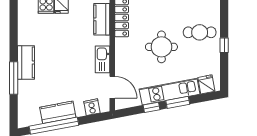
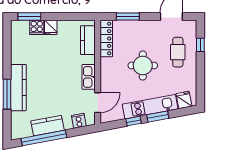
cafe table: (200, 32) -> (178, 52), turned 90
window: (224, 45) -> (200, 45), moved
kitchen counter: (26, 62) -> (18, 88), width x1.50
door: (112, 87) -> (98, 103), hinge flipped

